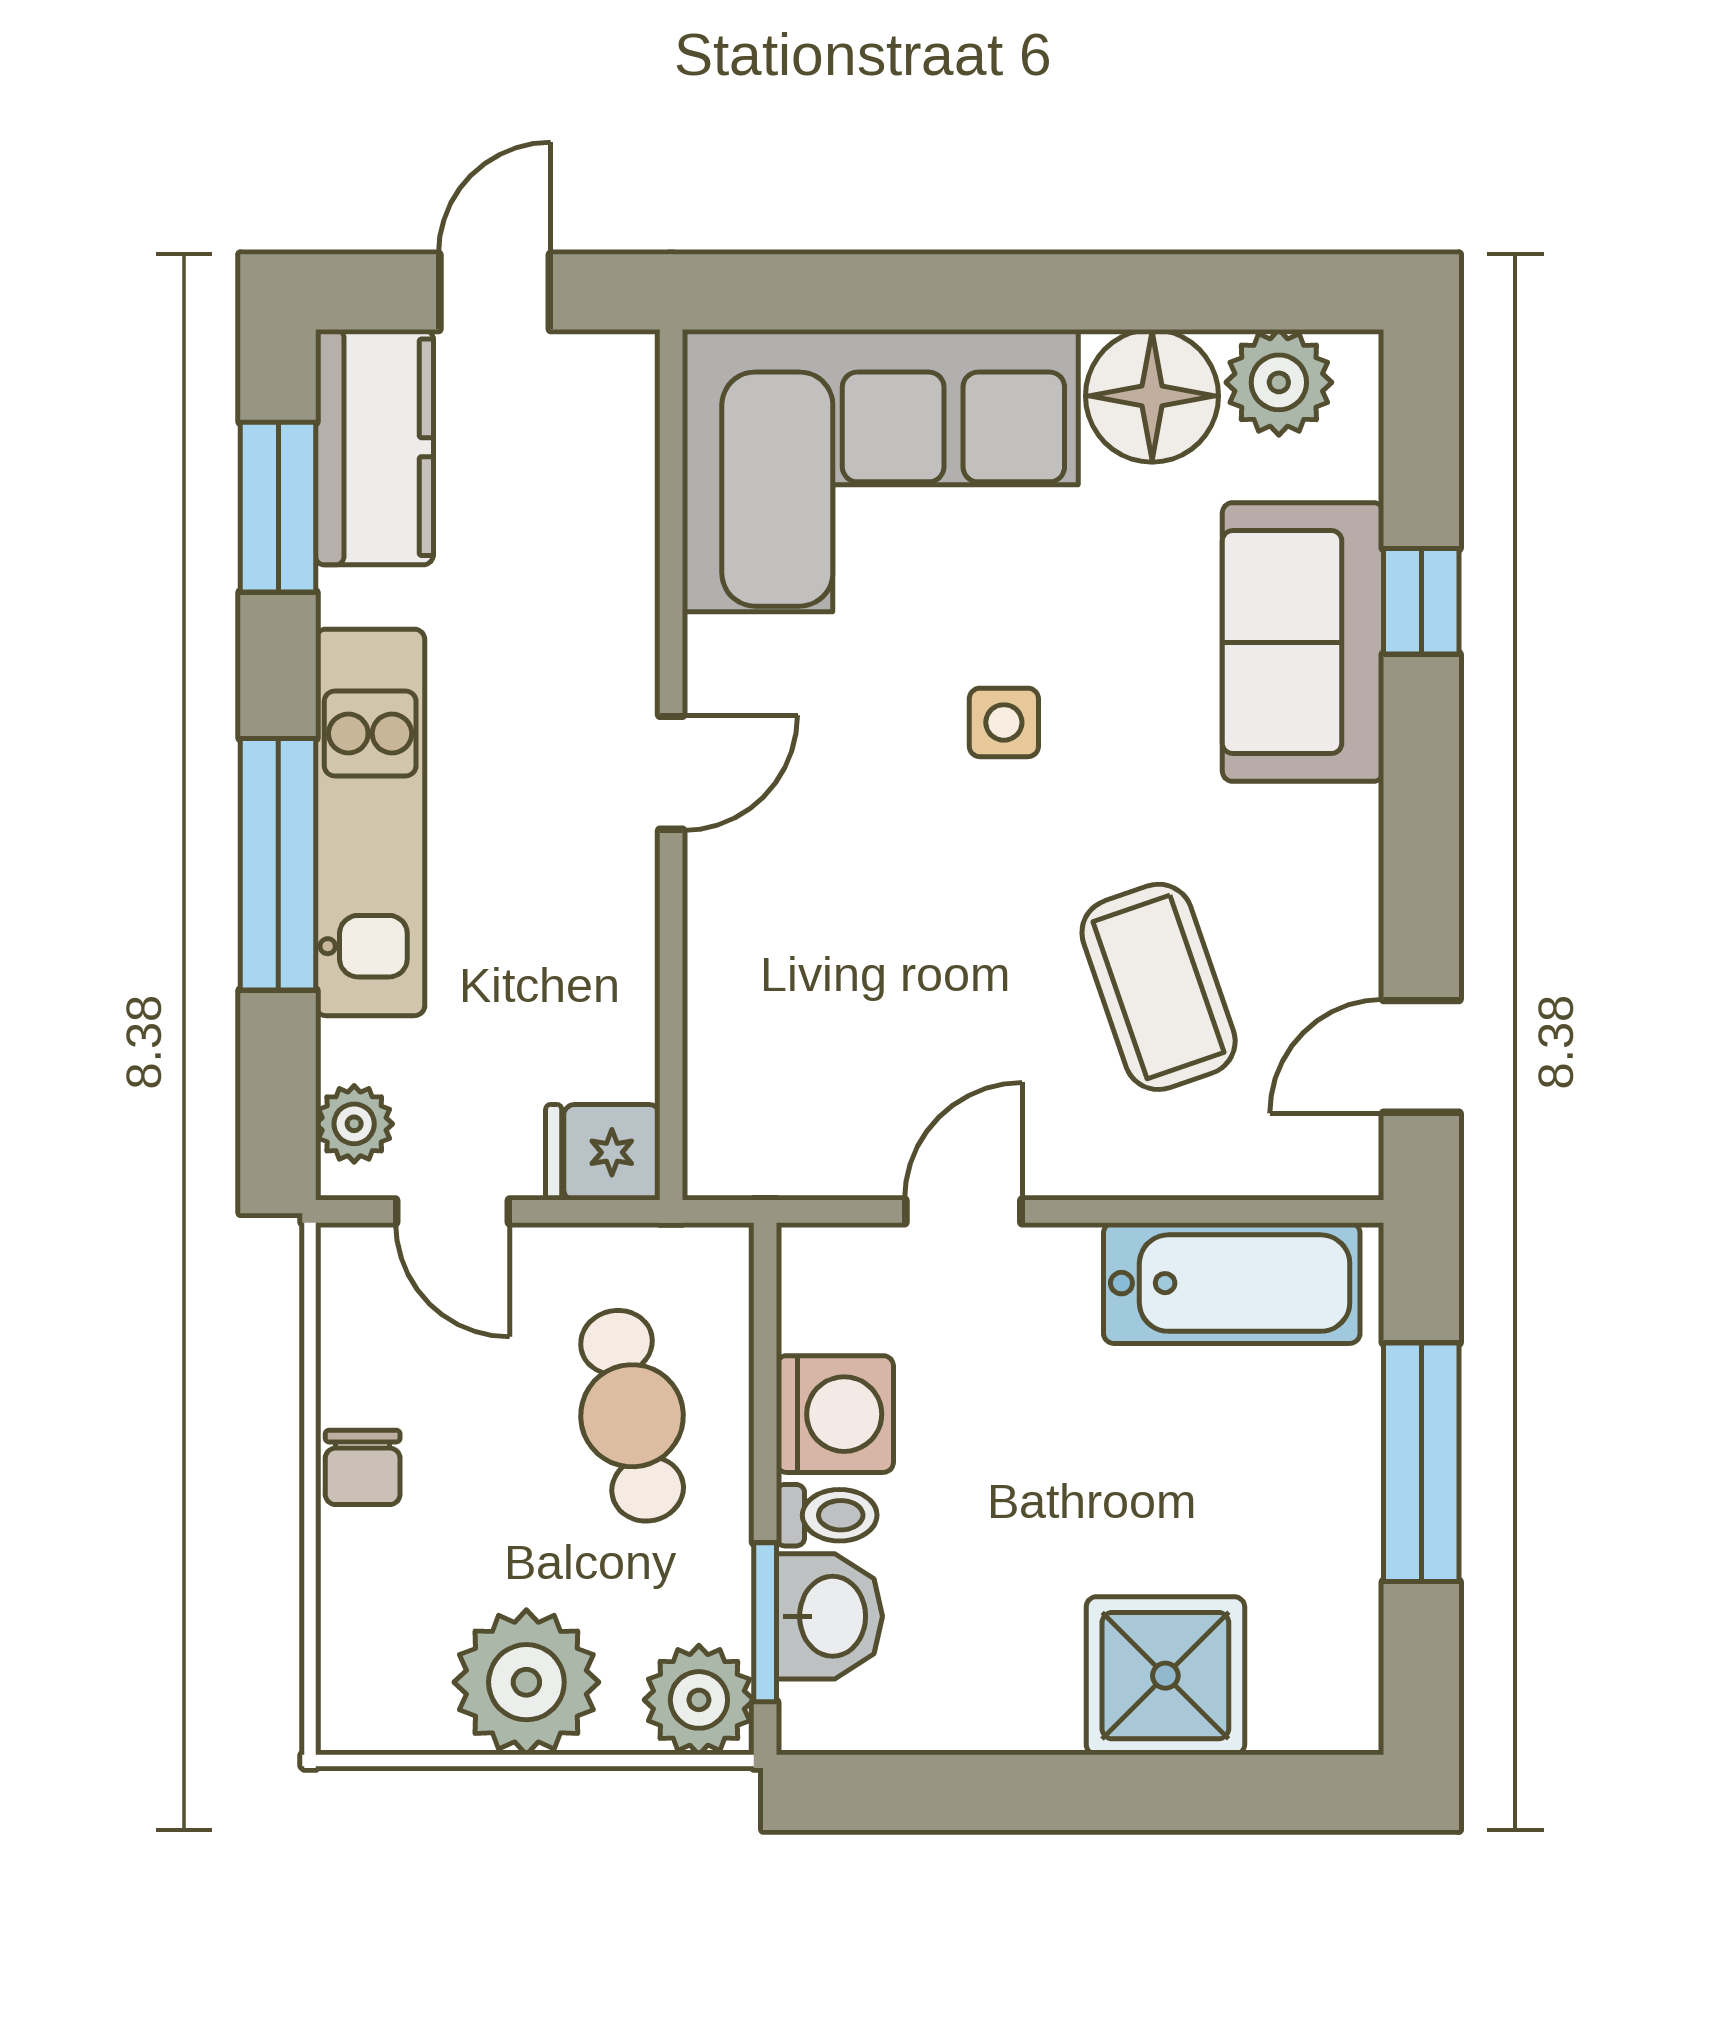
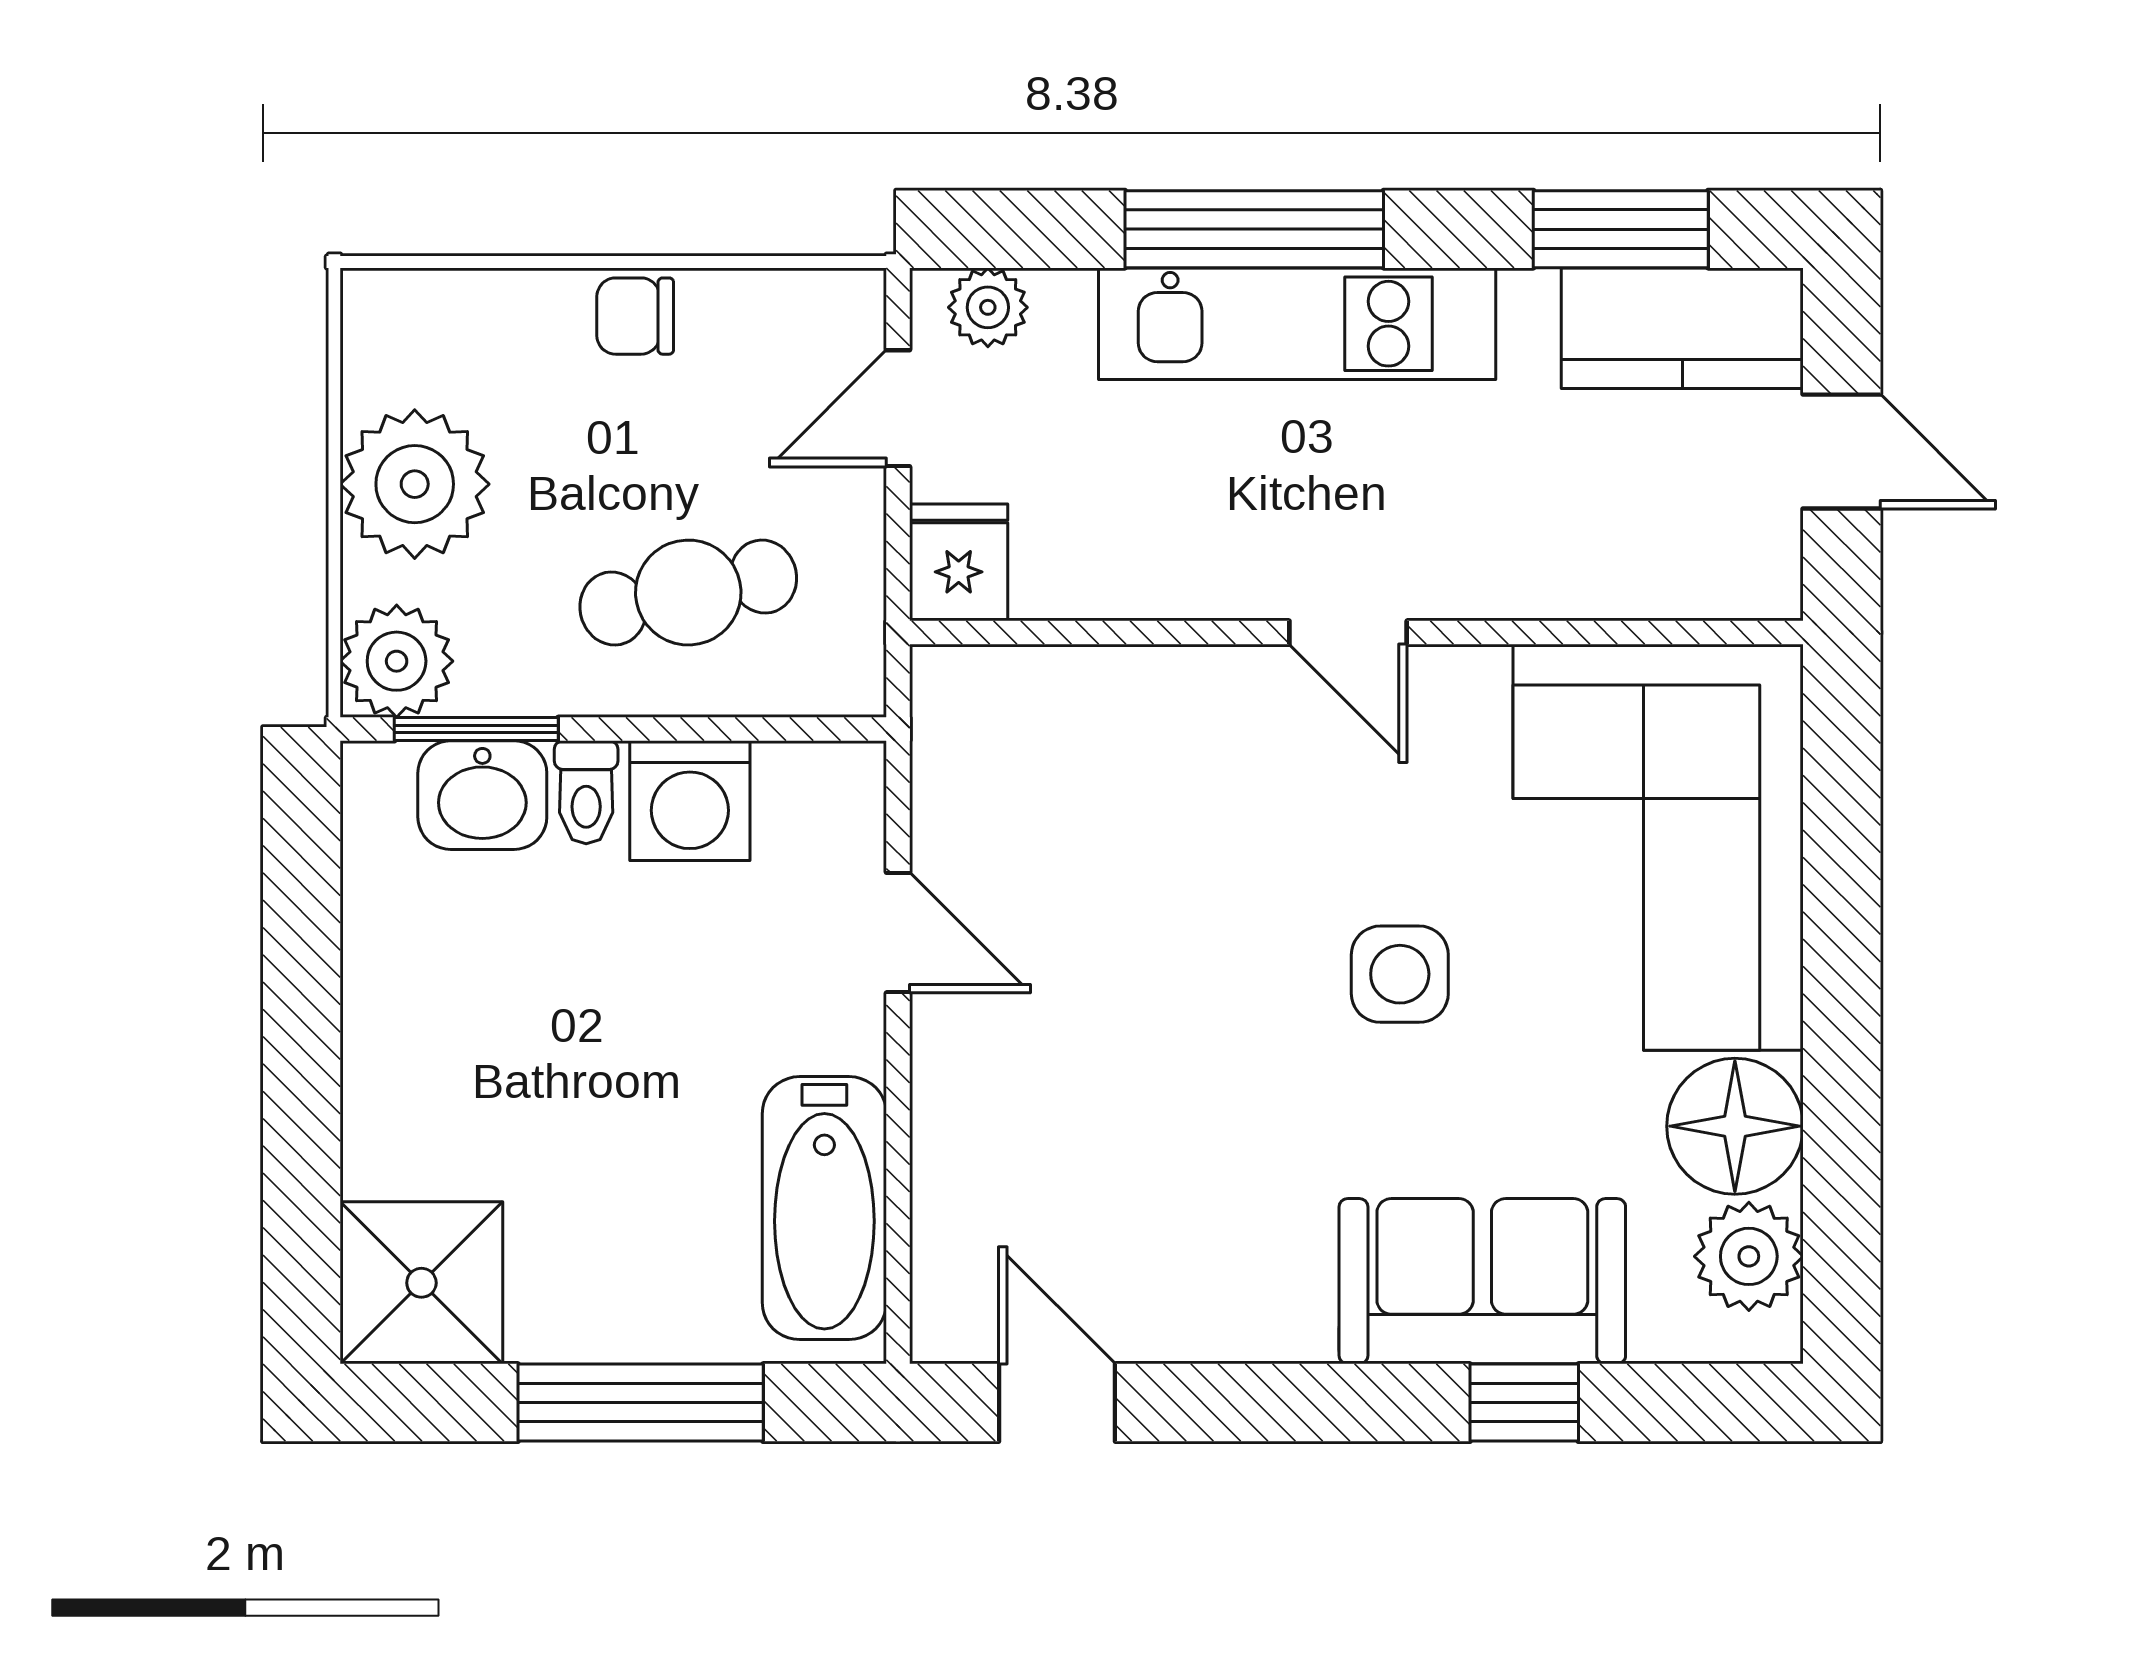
side table: (1004, 722) -> (1400, 974), width x1.37, depth x1.37
coffee table: (1159, 987) -> (1128, 1133), removed
shower: (1165, 1676) -> (421, 1283), moved

